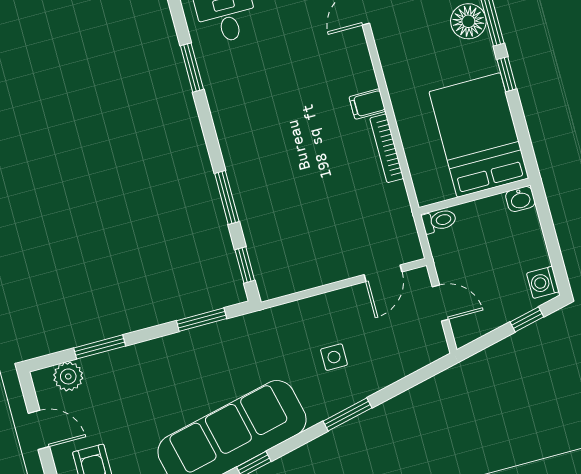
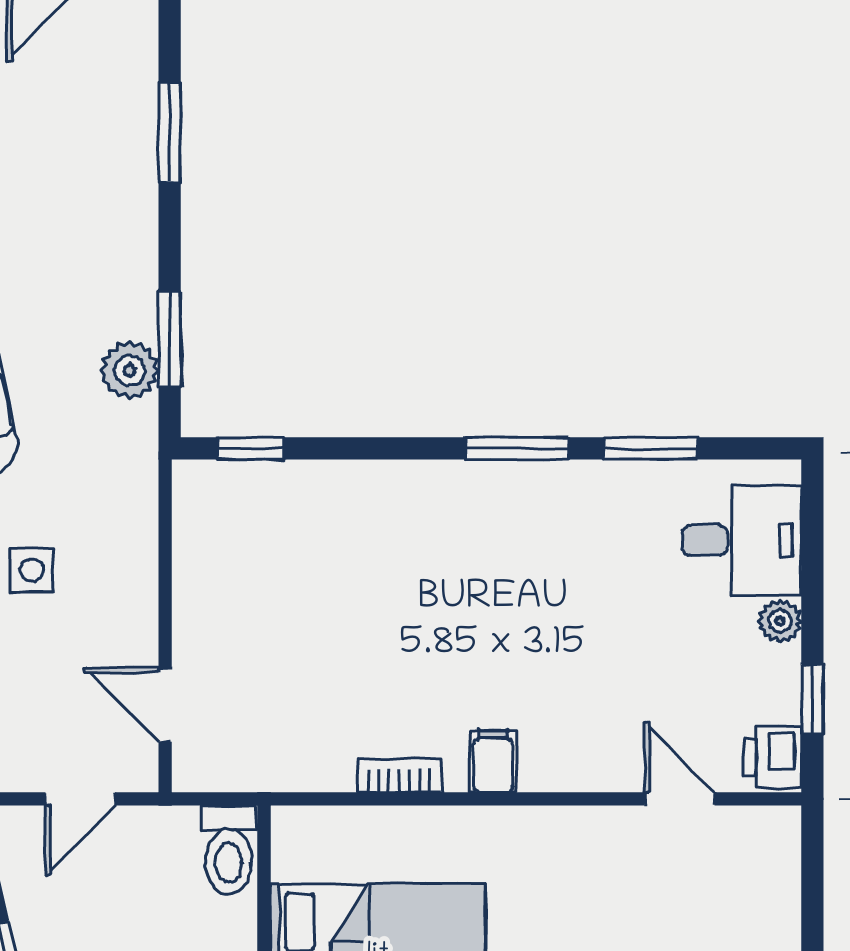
bookcase: (387, 148) -> (400, 775), width x0.64
window: (227, 198) -> (517, 448), moved
toilet: (439, 221) -> (229, 850), width x1.37, depth x1.39
plant: (68, 376) -> (130, 370), moved

